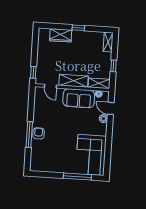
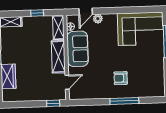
armchair: (39, 133) -> (121, 78), moved

